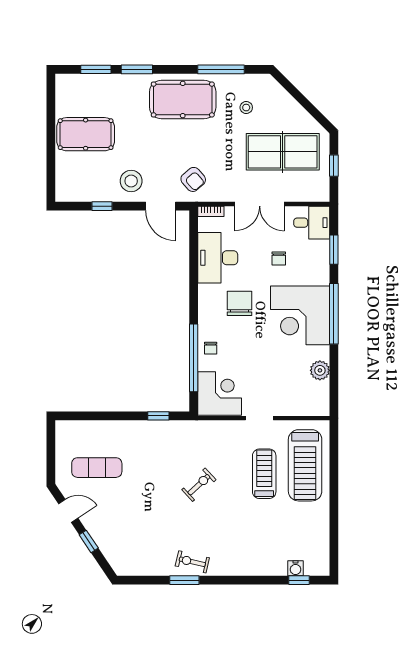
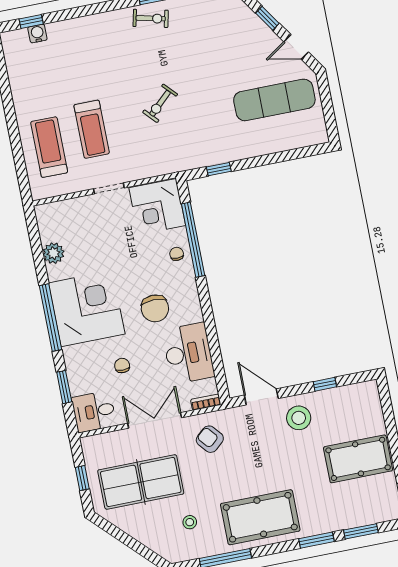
armchair: (193, 179) -> (210, 439), moved
treadmill: (305, 465) -> (49, 147), width x0.73, depth x0.73
exercise mat: (97, 468) -> (274, 100), width x1.36, depth x1.45

